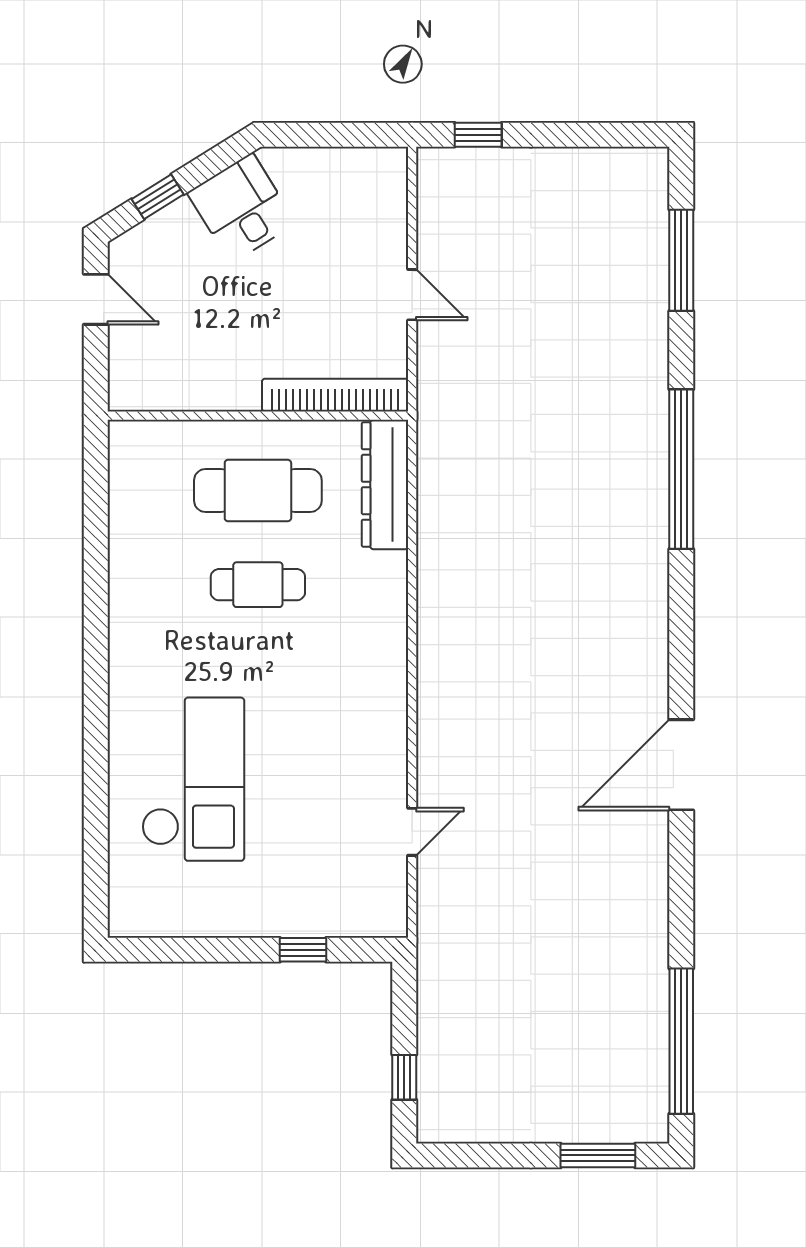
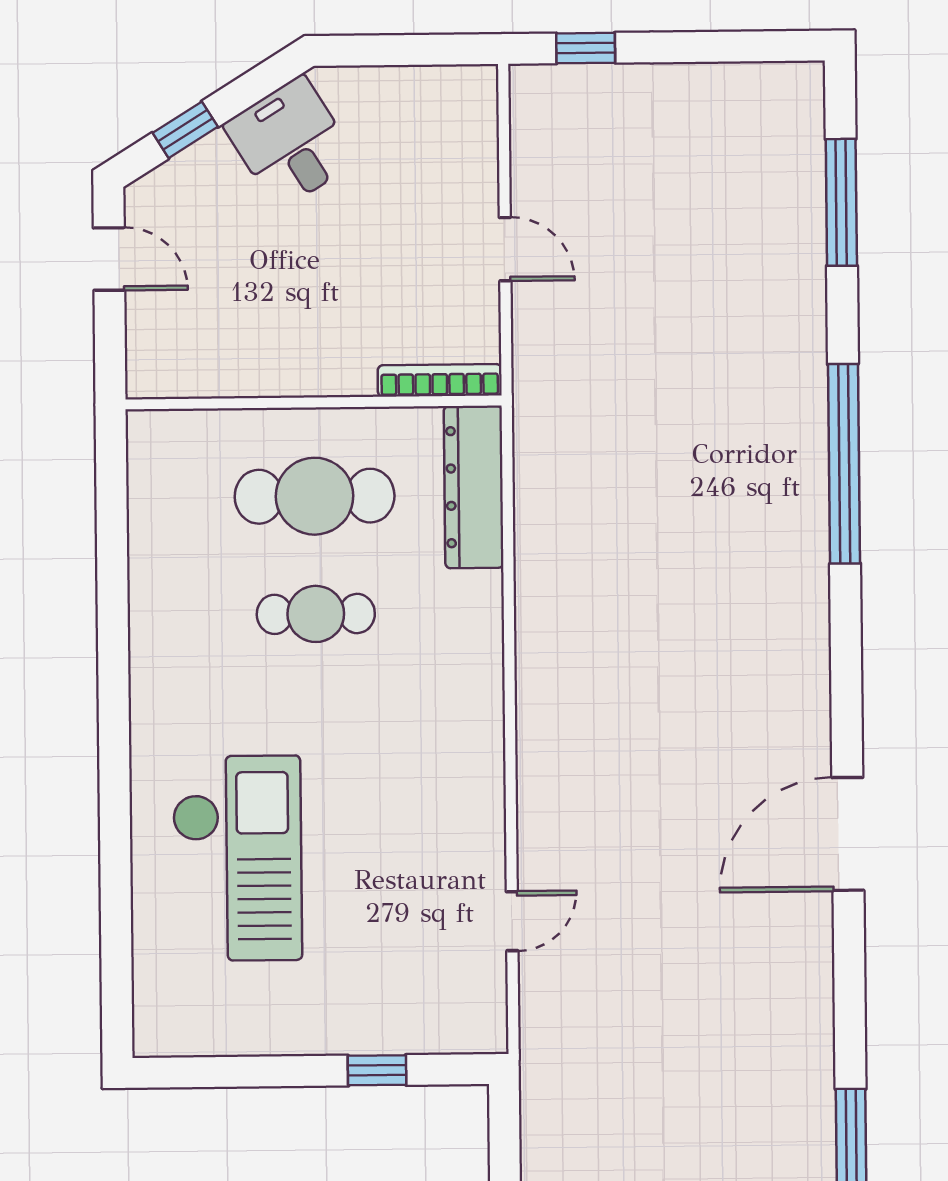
bookcase: (335, 395) -> (440, 380), width x0.68, depth x0.76

